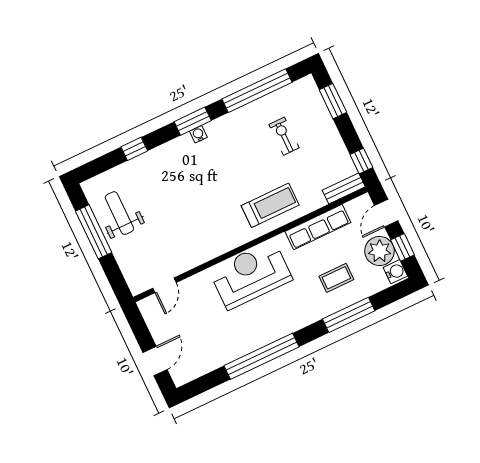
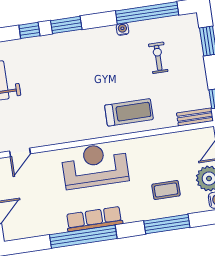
window: (193, 121) -> (66, 25), moved
water cooler: (198, 134) -> (123, 29), moved
row of seats: (318, 227) -> (94, 219), moved, turned 180

